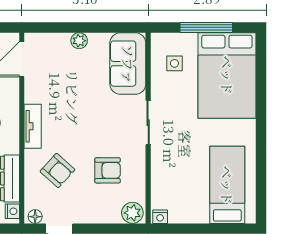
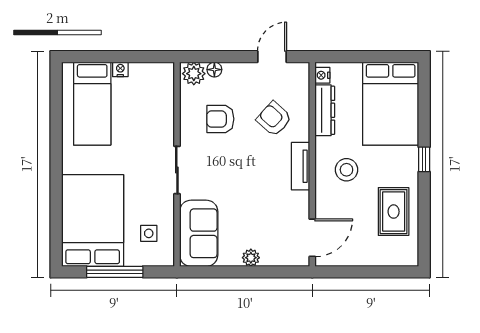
floor lamp: (35, 217) -> (214, 70), moved
nightstand: (160, 217) -> (120, 69), moved

